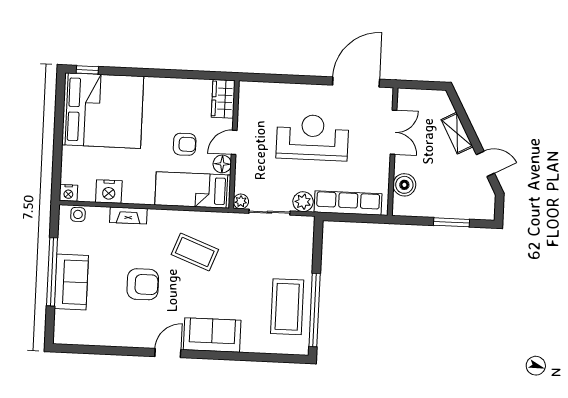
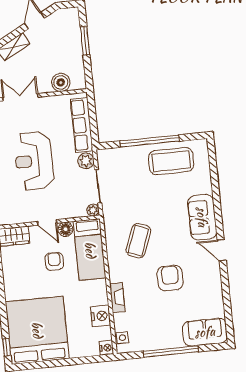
sofa: (71, 282) -> (205, 332), moved
window: (315, 310) -> (150, 141), moved

